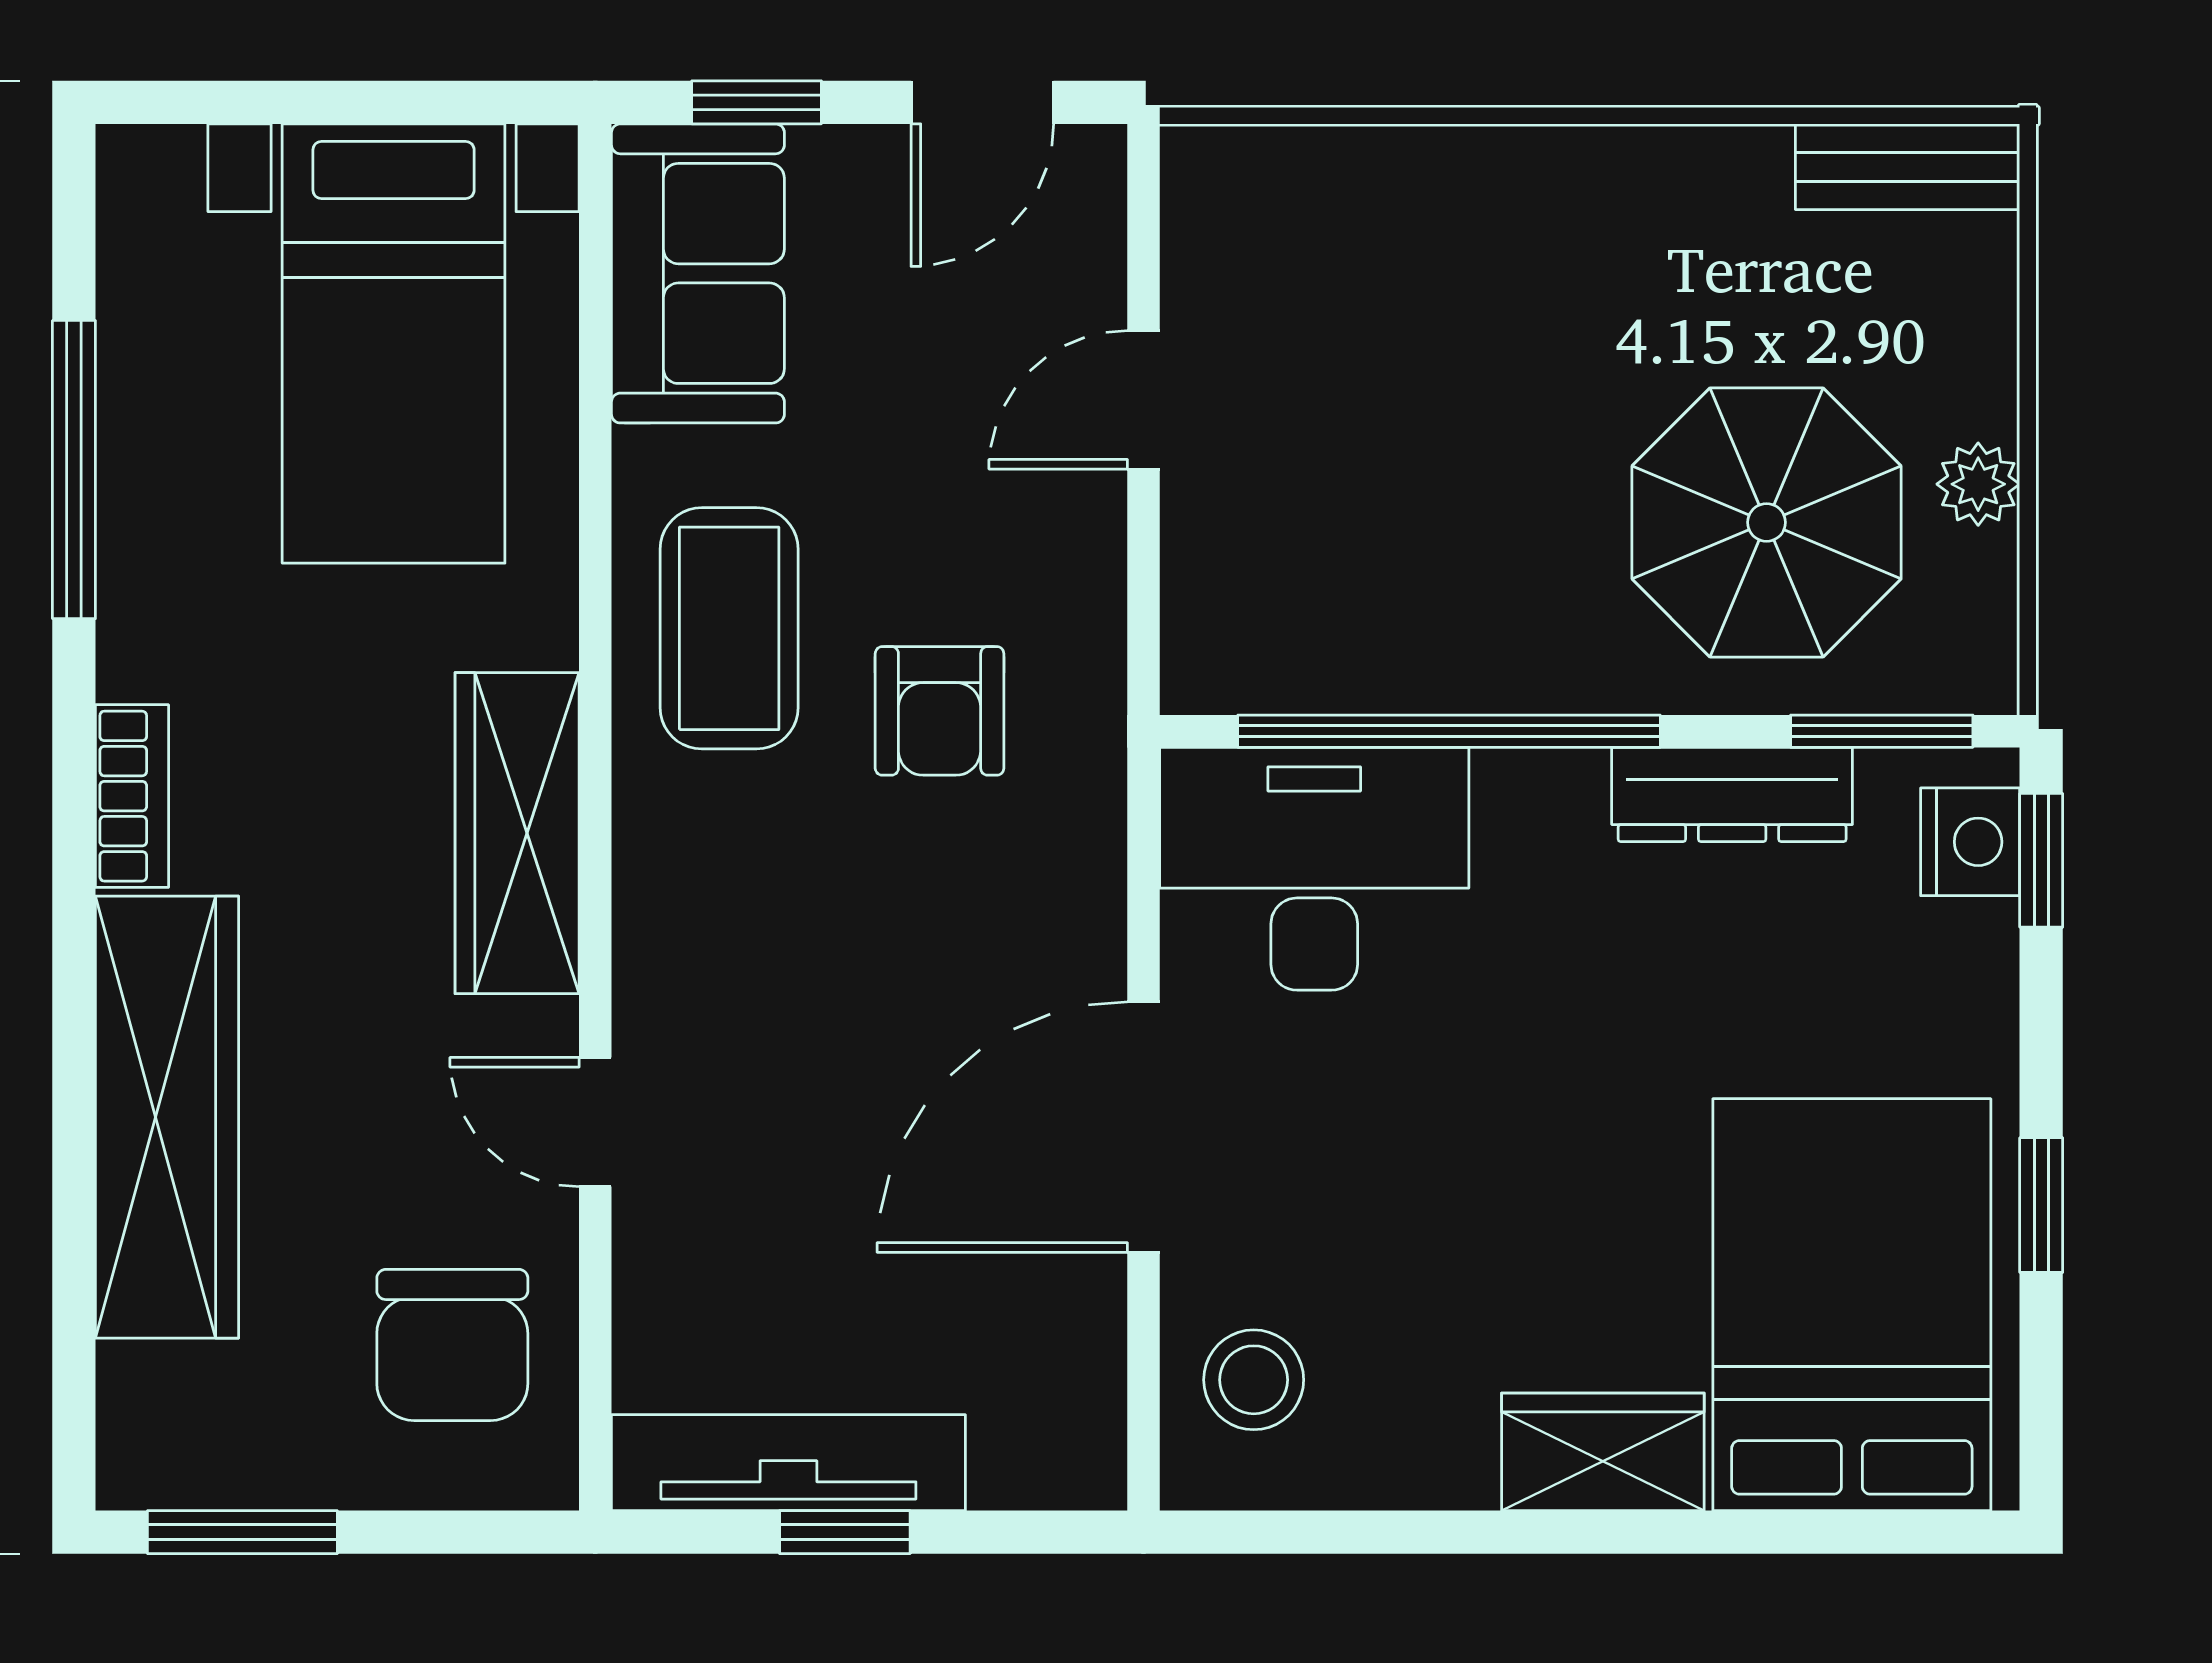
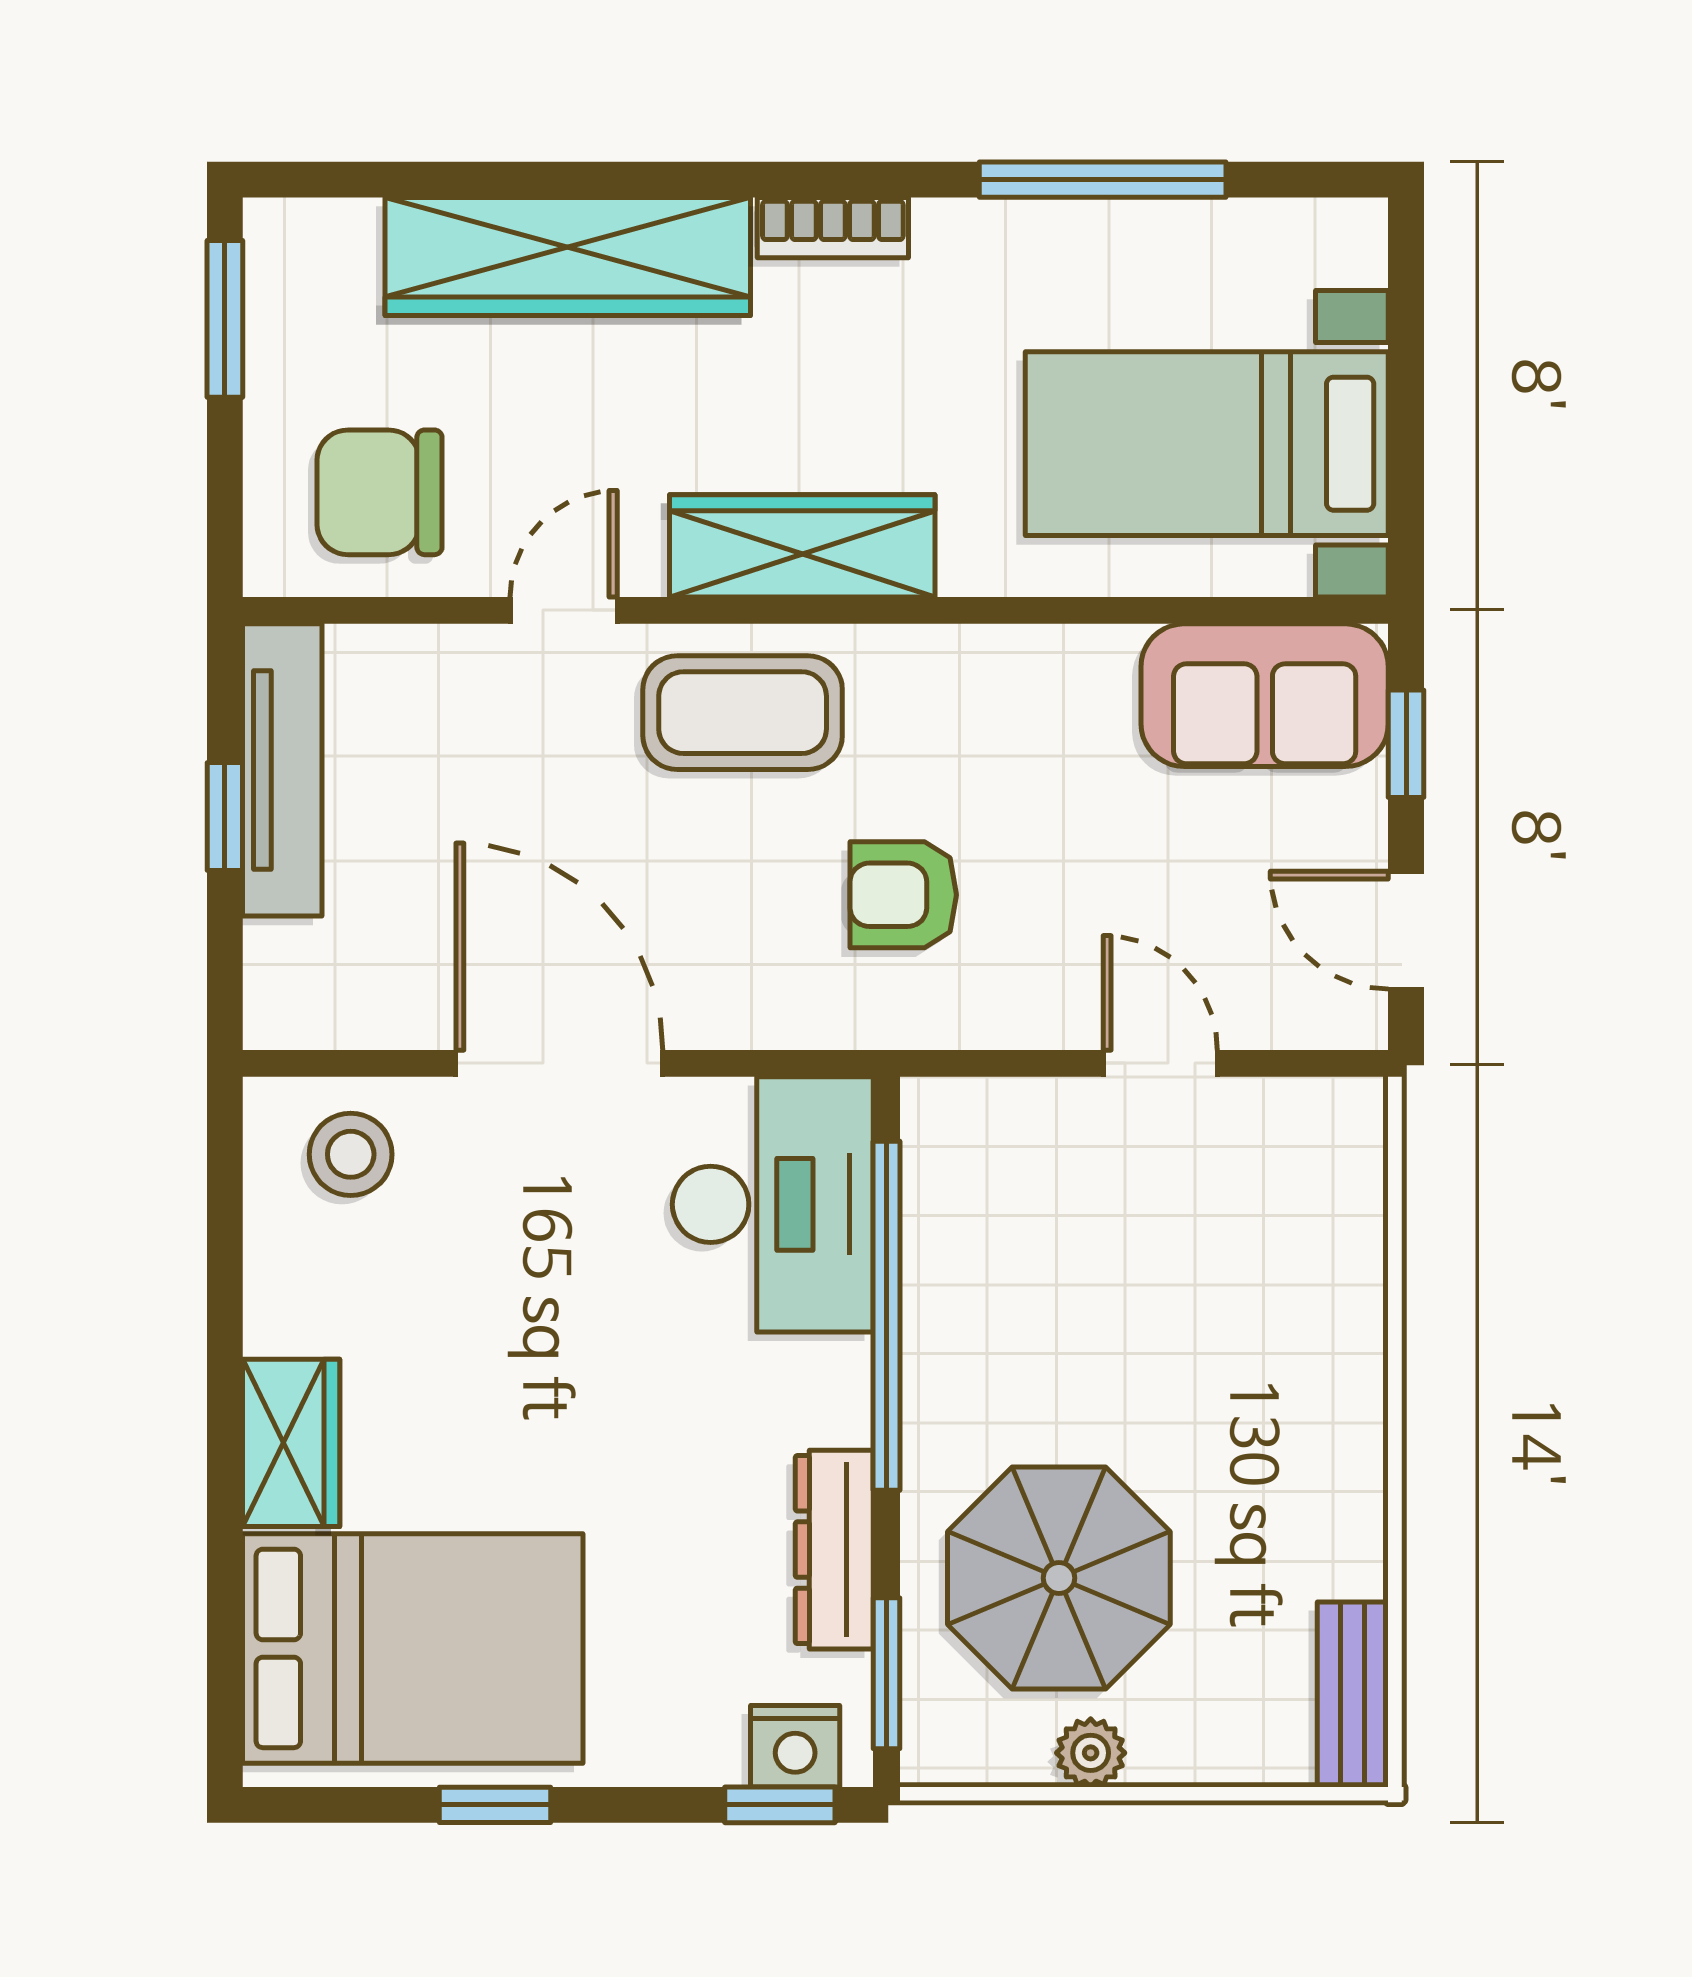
coffee table: (729, 628) -> (743, 713), moved

